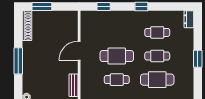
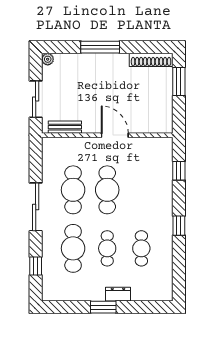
dresser: (189, 19) -> (118, 294), moved
cafe table: (117, 80) -> (73, 190), width x1.37, depth x1.35

